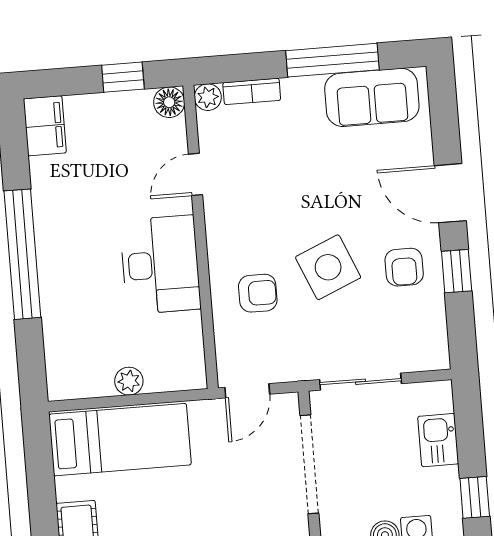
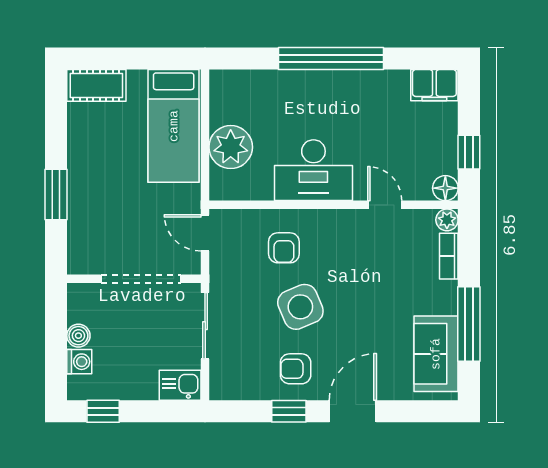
plant: (129, 381) -> (231, 147), width x1.88, depth x1.88
kitchen sink: (438, 440) -> (180, 385), moved

